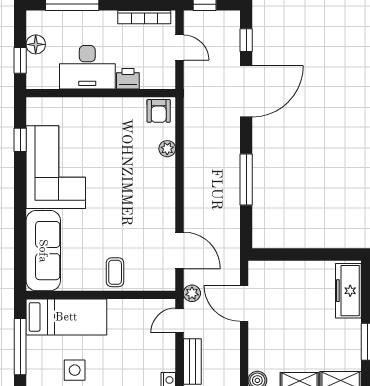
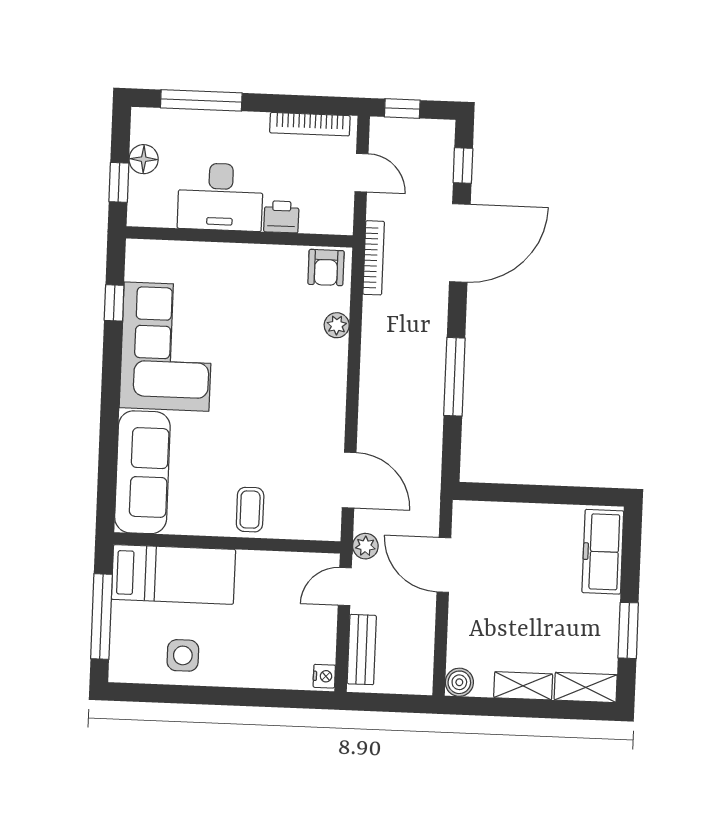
bookcase: (190, 103) -> (374, 258), added

